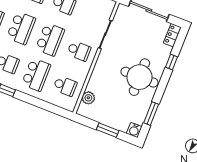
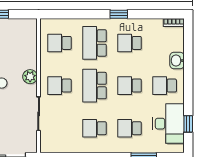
school desk: (21, 28) -> (130, 86), width x0.54
plant: (88, 98) -> (30, 77), moved

